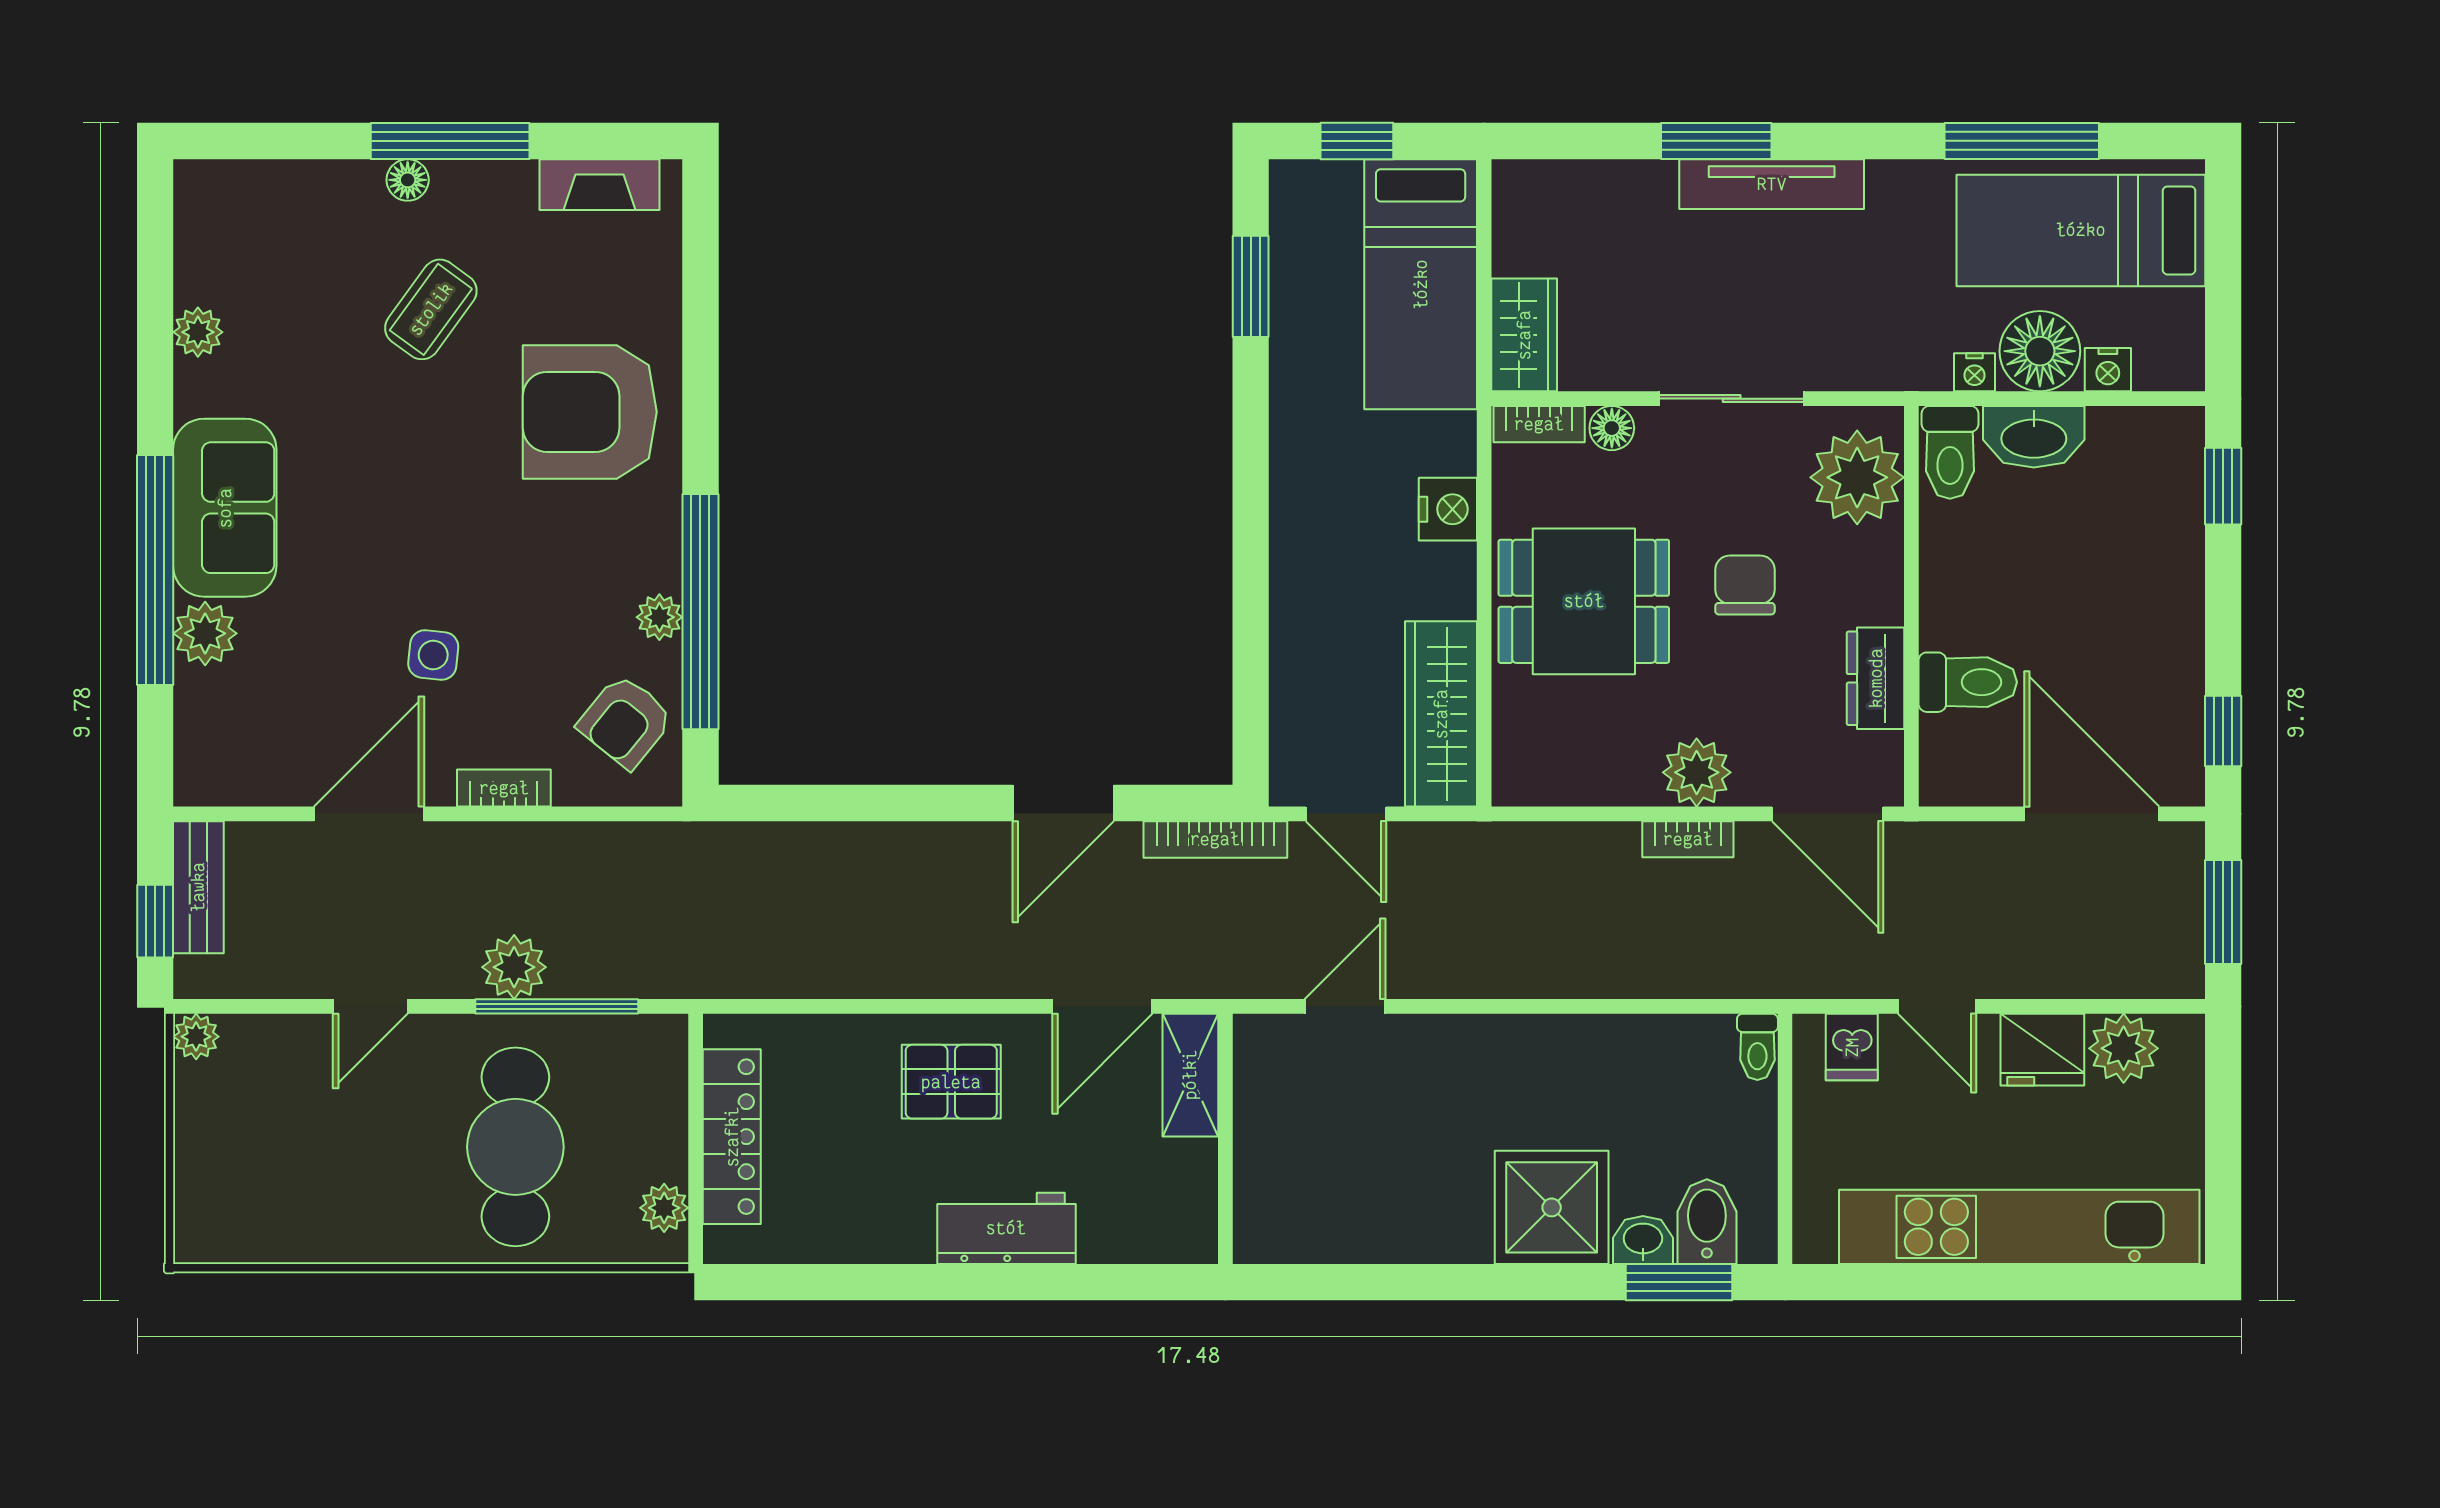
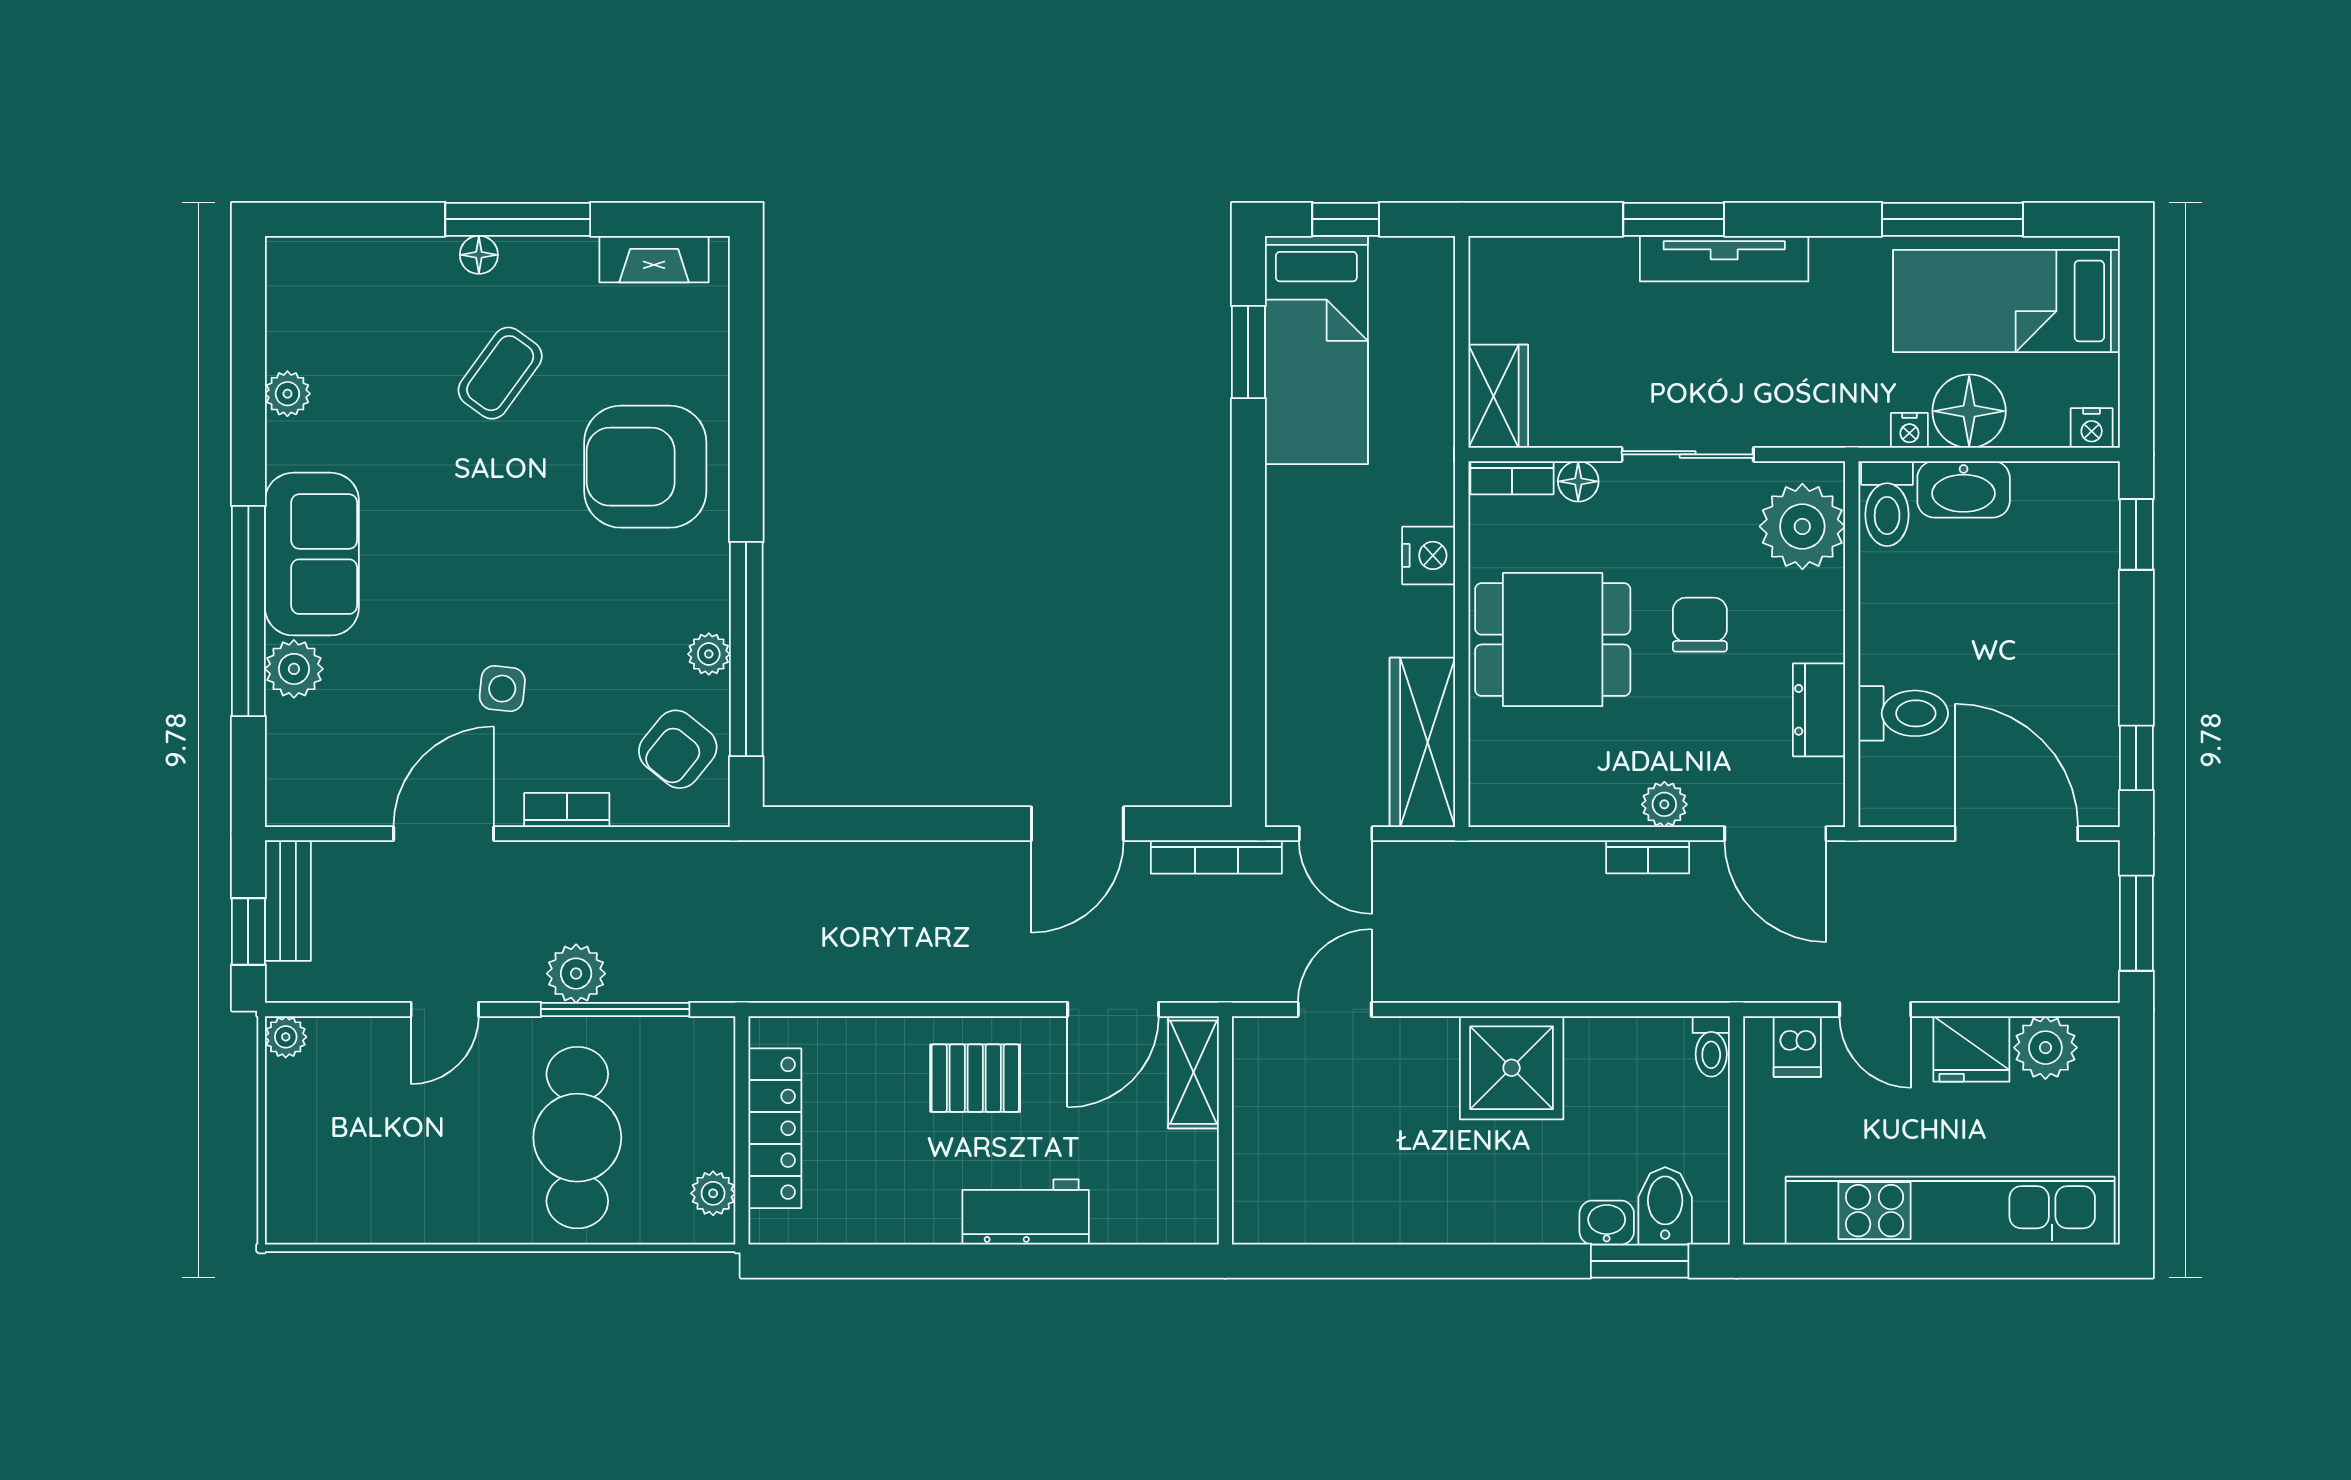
bed: (1421, 284) -> (1316, 350), moved
nightstand: (2108, 370) -> (2092, 428), moved
plant: (1697, 772) -> (1664, 804), width x0.73, depth x0.73
shower: (1552, 1207) -> (1512, 1068), moved

